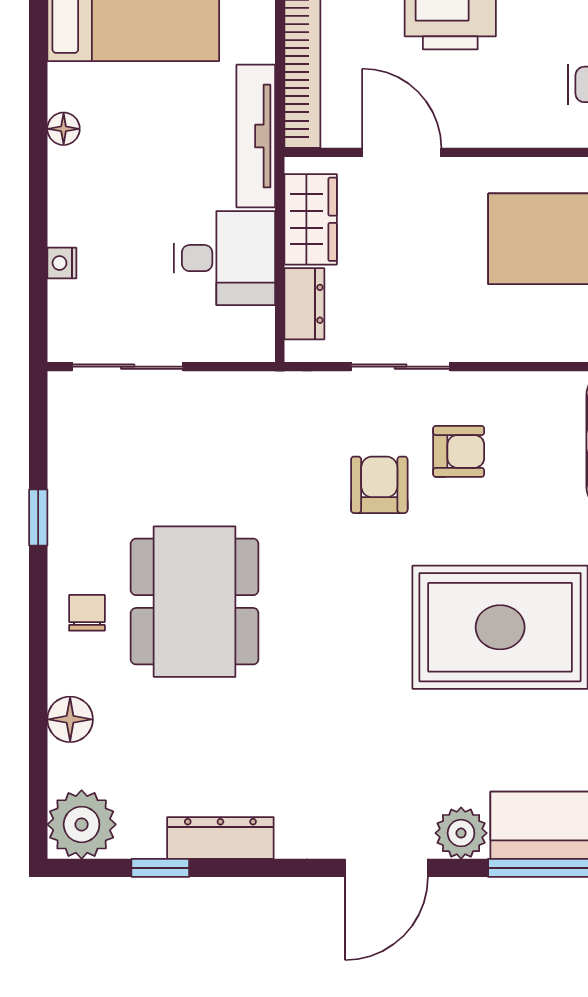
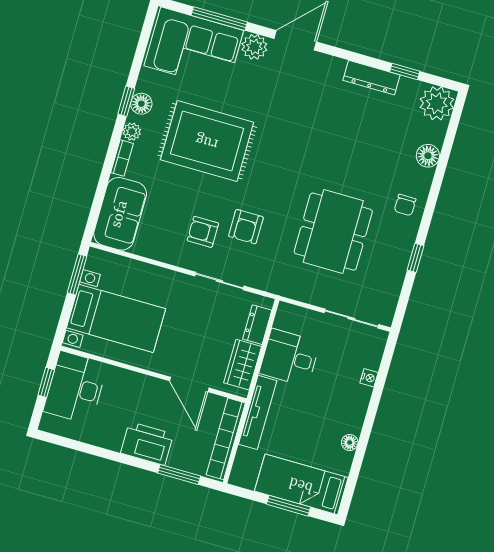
dining table: (195, 602) -> (333, 232), moved

